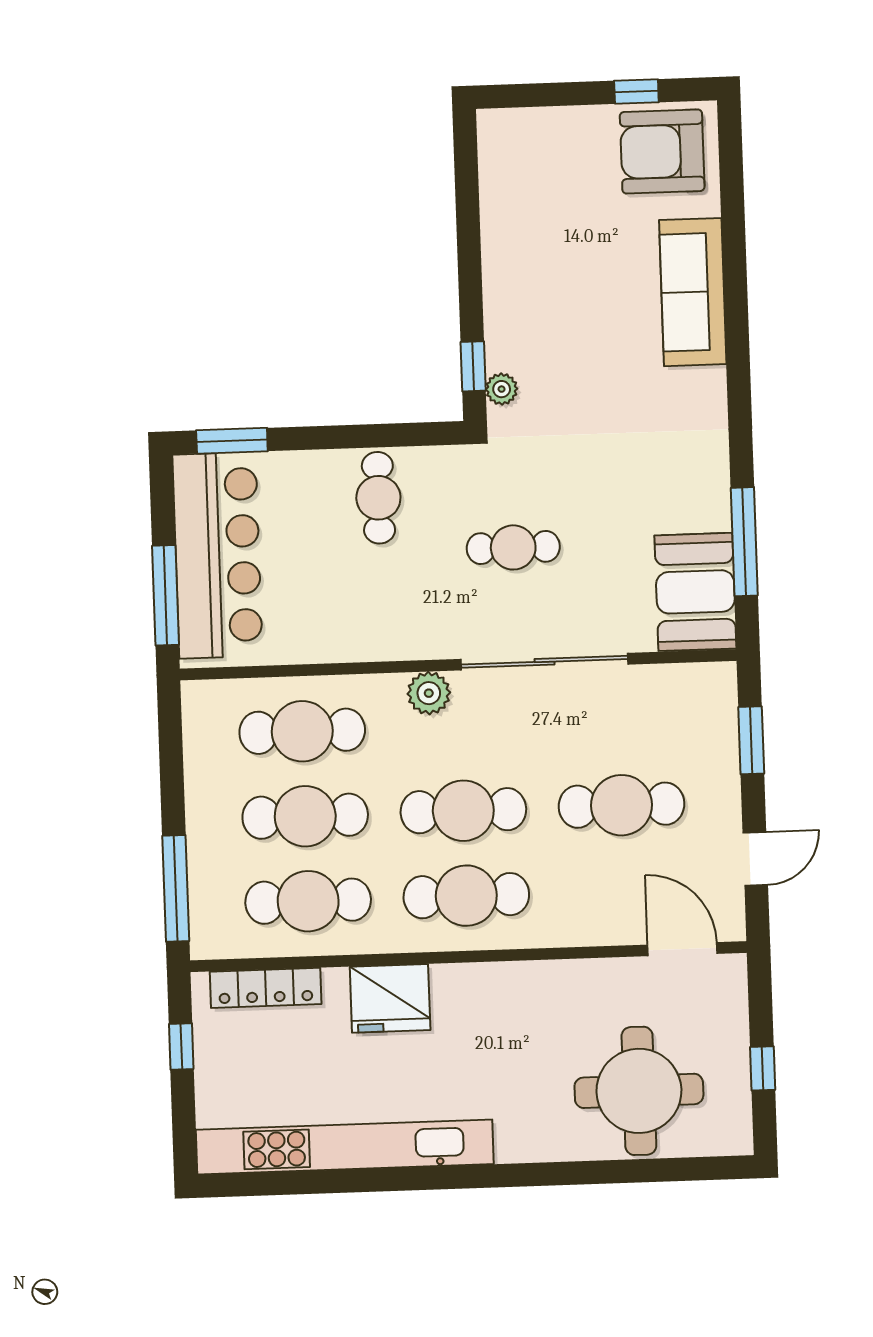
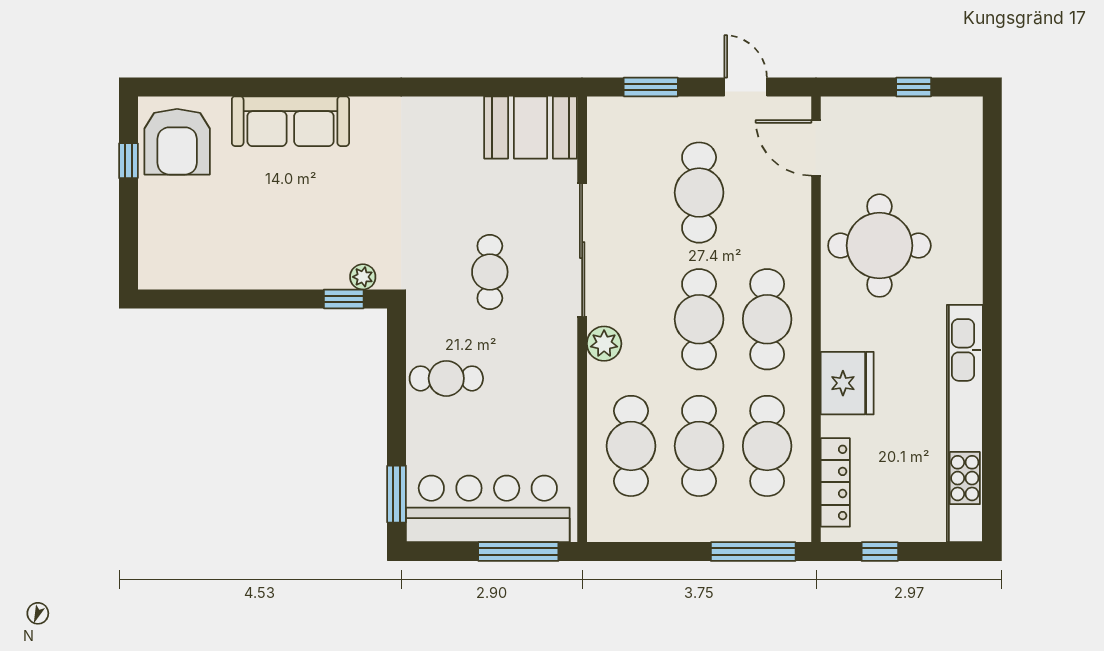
window: (744, 542) -> (492, 87), removed
door: (682, 949) -> (816, 148), hinge flipped
round table: (639, 1091) -> (879, 246), moved

